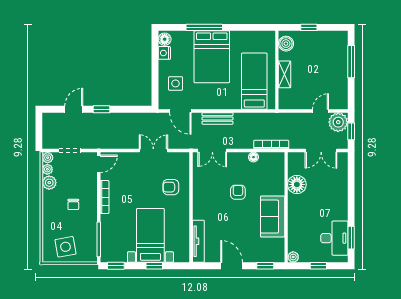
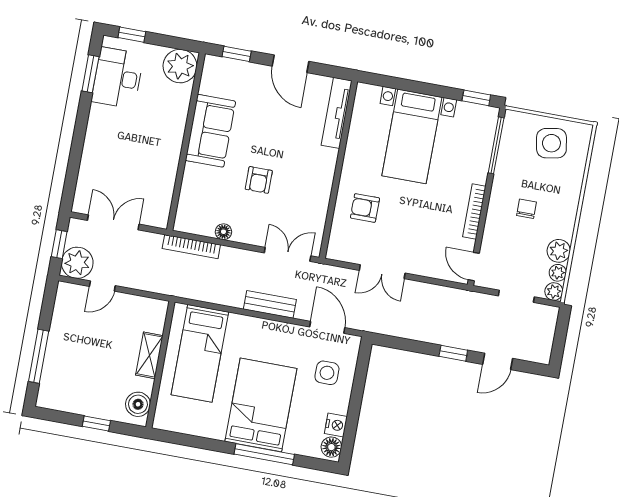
door: (99, 164) -> (474, 267), hinge flipped
floor lamp: (297, 184) -> (162, 175), removed
armchair: (171, 187) -> (365, 208), turned 180
plant: (293, 257) -> (180, 66), width x1.88, depth x1.88
window: (154, 266) -> (415, 87), removed
window: (318, 266) -> (132, 35), moved

